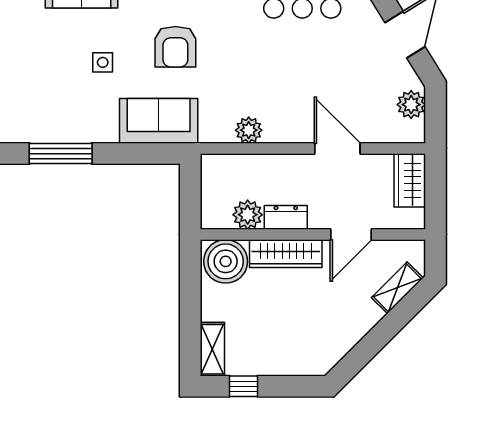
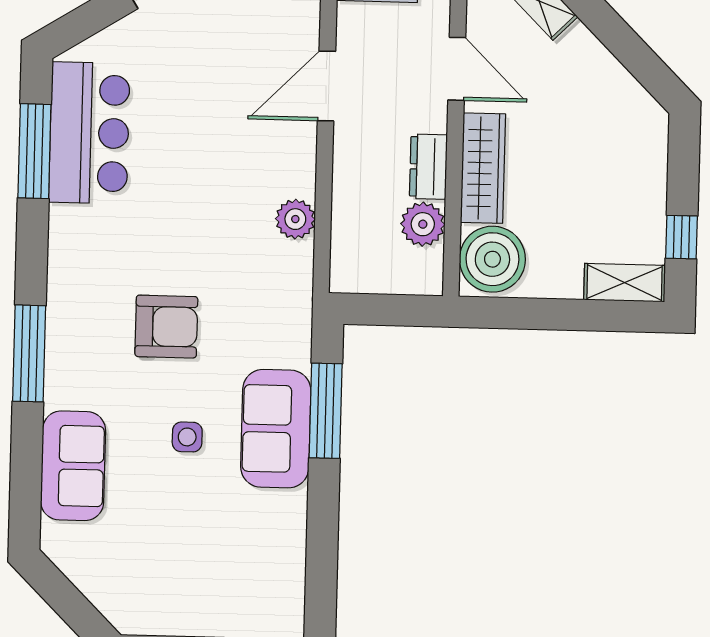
sofa: (159, 121) -> (276, 429), moved
window: (61, 154) -> (326, 411), moved

